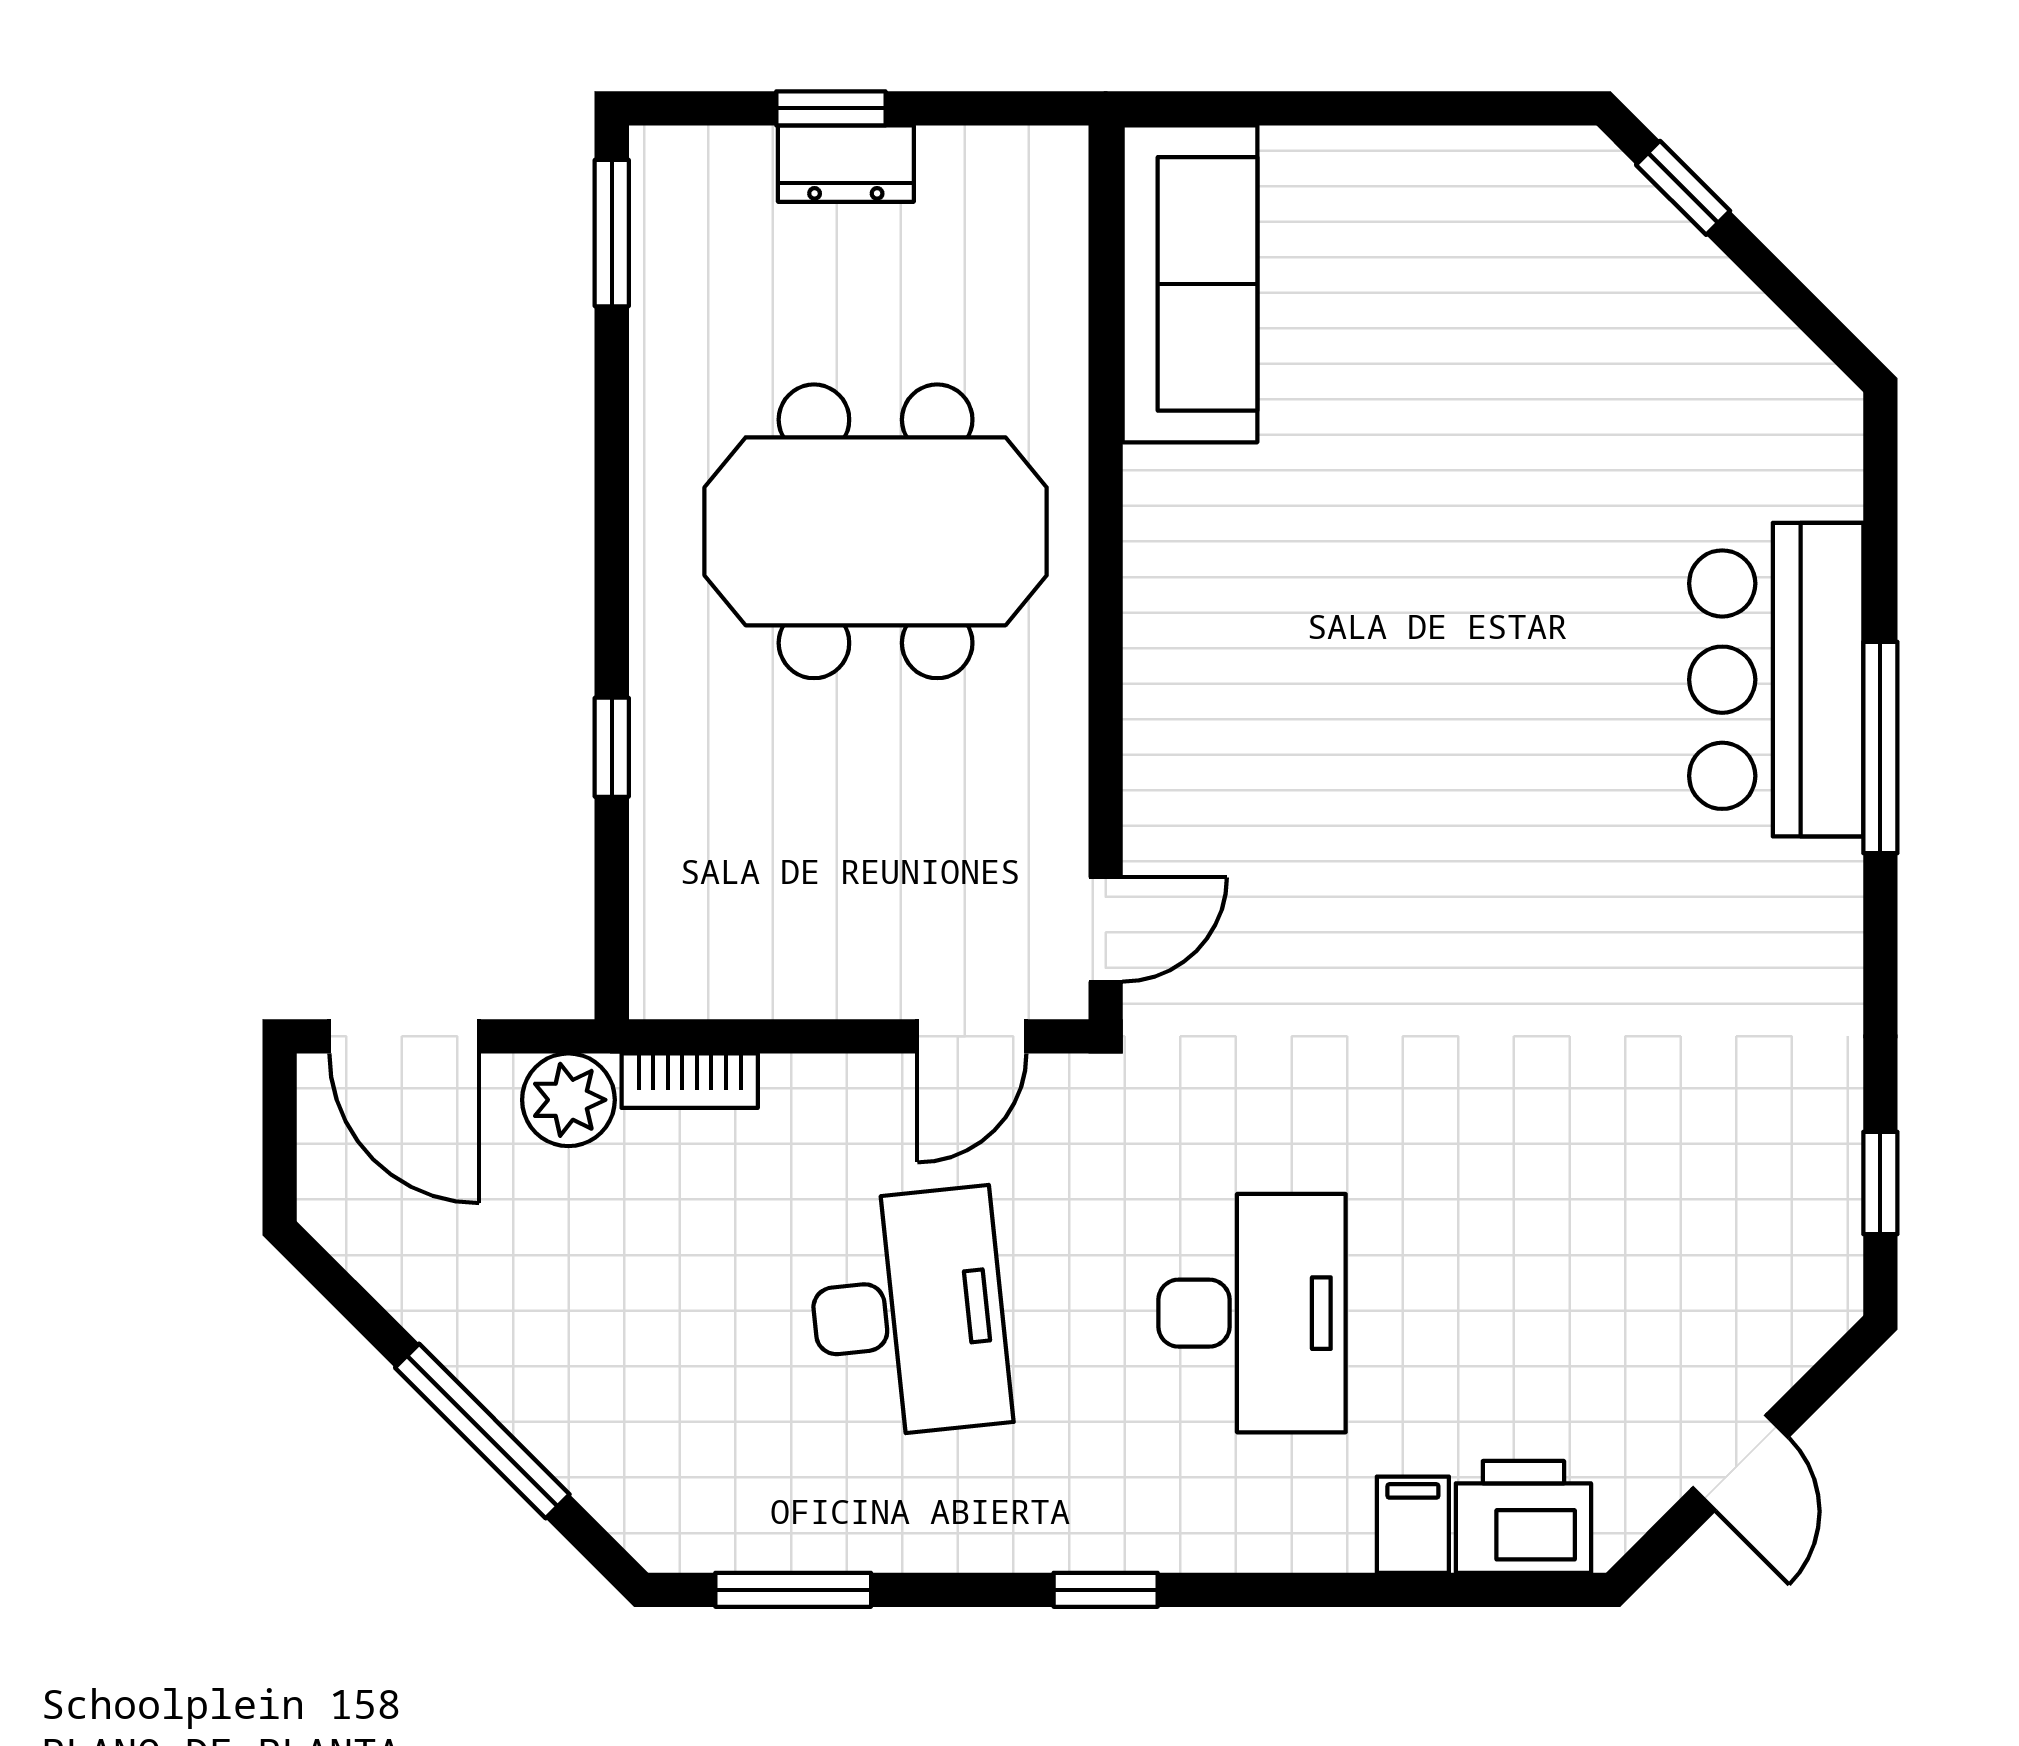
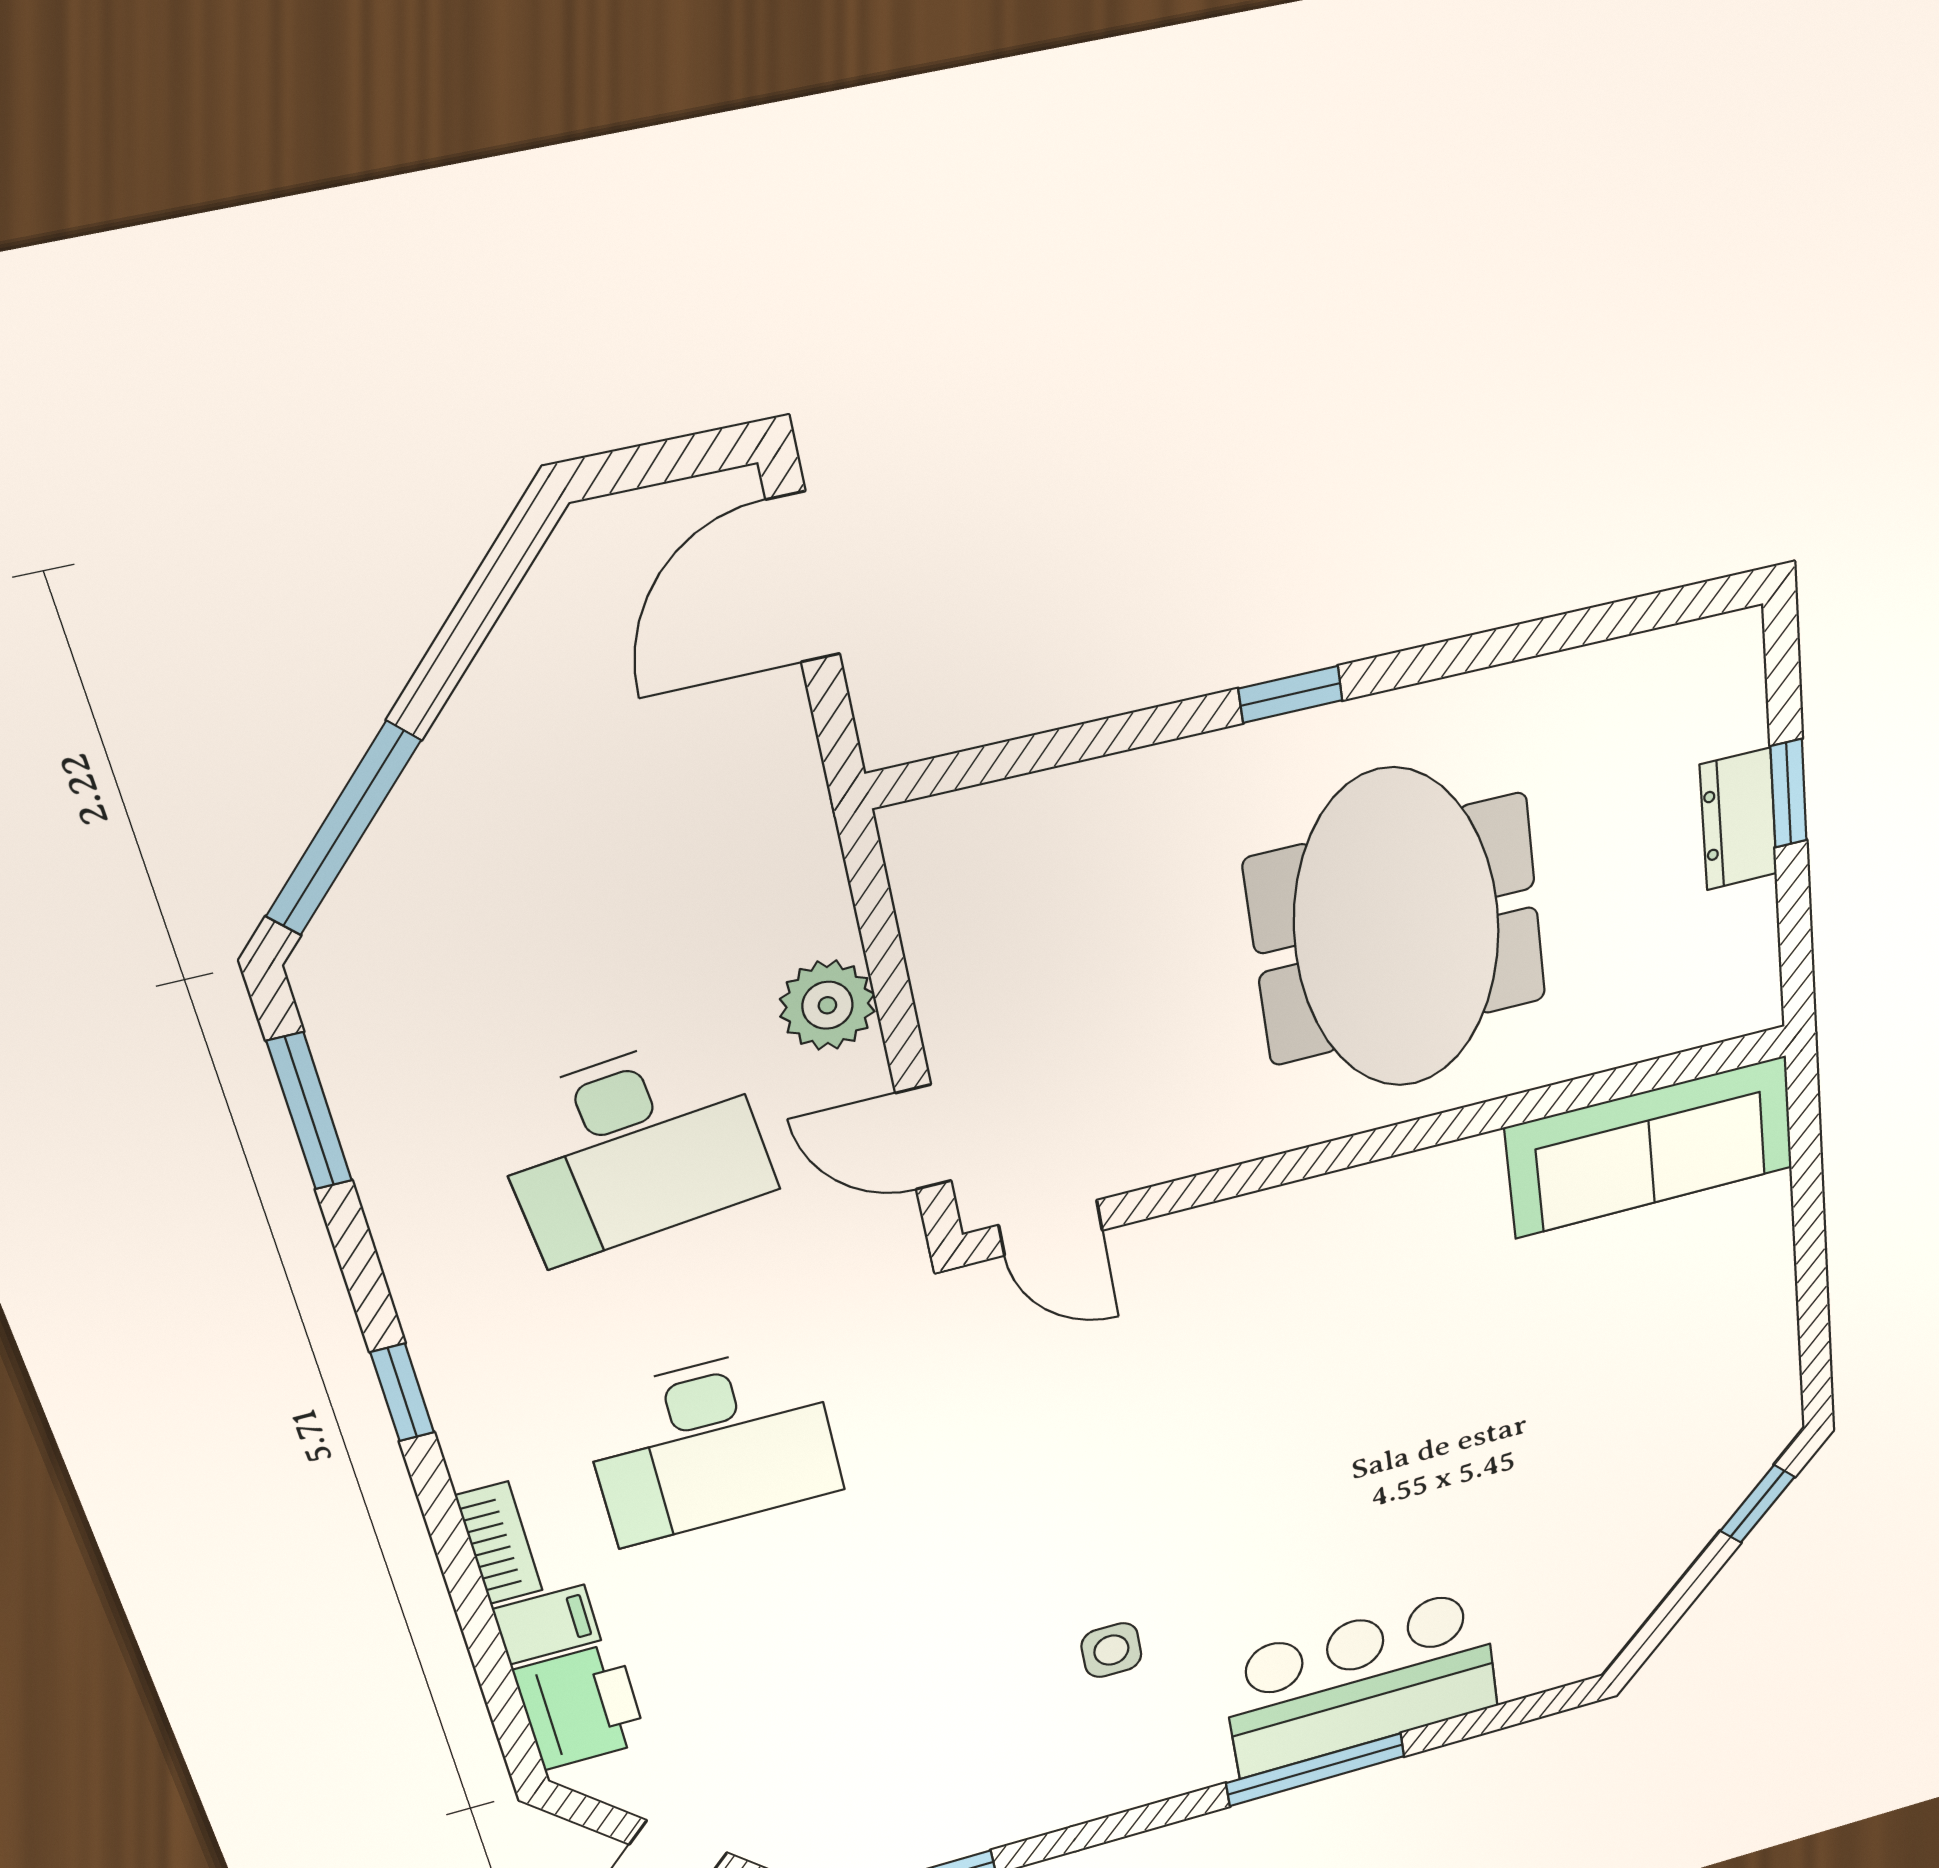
window: (612, 233) -> (1659, 610), removed
window: (612, 747) -> (1290, 694), moved
side table: (1638, 953) -> (1111, 1650), added
bookcase: (690, 1081) -> (499, 1543), moved, turned 180
plant: (568, 1100) -> (827, 1005), moved
window: (482, 1431) -> (343, 829), moved

